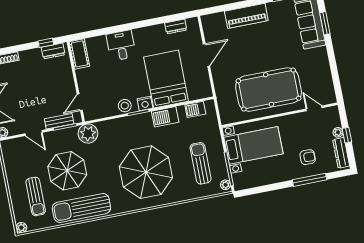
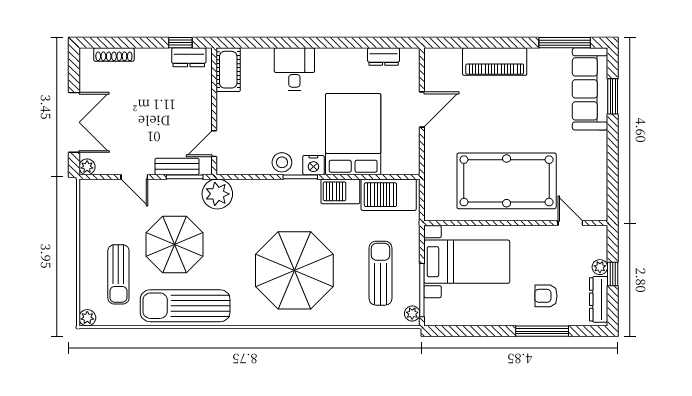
barbecue: (195, 109) -> (389, 195), width x1.88, depth x1.53
armchair: (308, 157) -> (546, 296), turned 180

